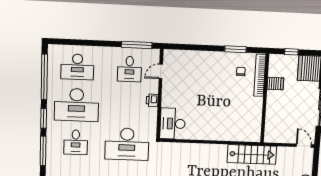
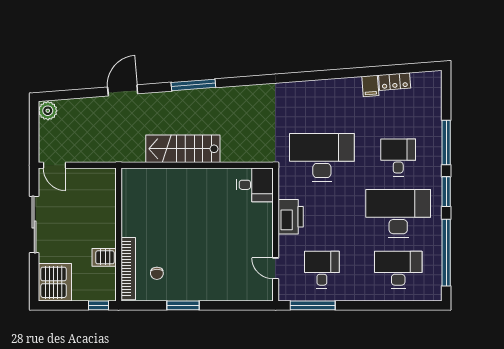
window: (236, 49) -> (183, 305), moved
window: (291, 52) -> (98, 305), moved
door: (161, 71) -> (276, 268), swing flipped
printer: (152, 100) -> (291, 217), width x1.87, depth x1.48
desk: (173, 124) -> (255, 185), width x0.73
stairs: (252, 154) -> (183, 149), moved

